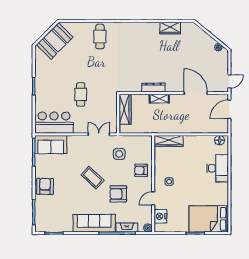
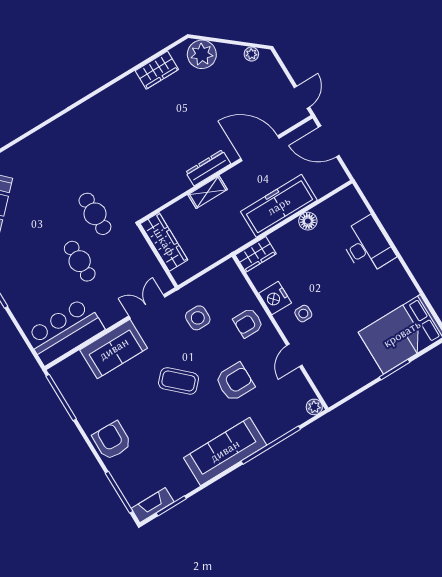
plant: (195, 33) -> (202, 54), added
cafe table: (100, 37) -> (95, 214), moved
dresser: (153, 88) -> (208, 168), moved
door: (229, 109) -> (329, 141), hinge flipped
freezer: (188, 125) -> (279, 206), added
floor lamp: (219, 140) -> (308, 221), moved
wardrobe: (169, 141) -> (256, 254), width x0.67
sofa: (51, 145) -> (114, 349), moved
armchair: (118, 194) -> (235, 382), turned 180
nightstand: (160, 216) -> (275, 298), moved
fireplace: (127, 228) -> (153, 505), moved

